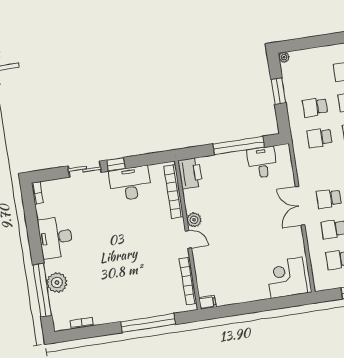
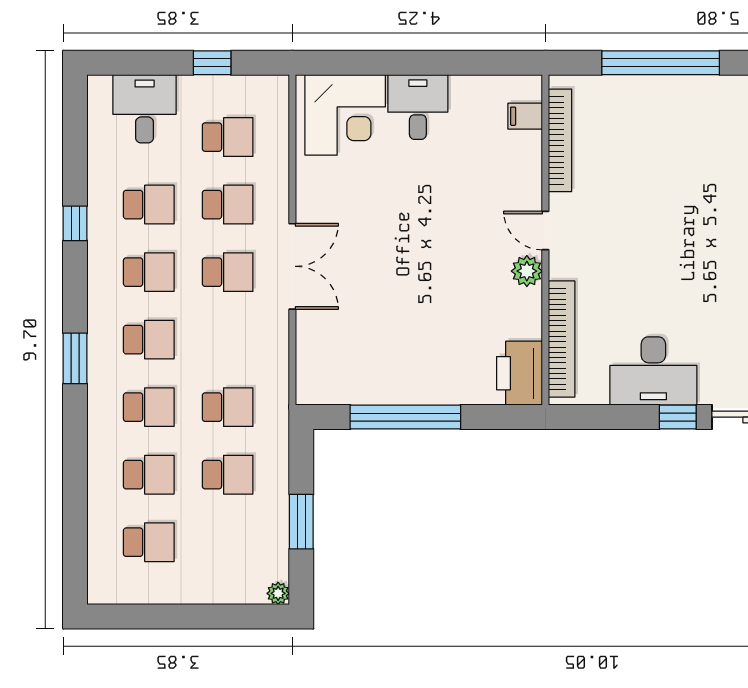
desk: (262, 162) -> (418, 107), moved, turned 180
filing cabinet: (207, 302) -> (525, 116), moved

